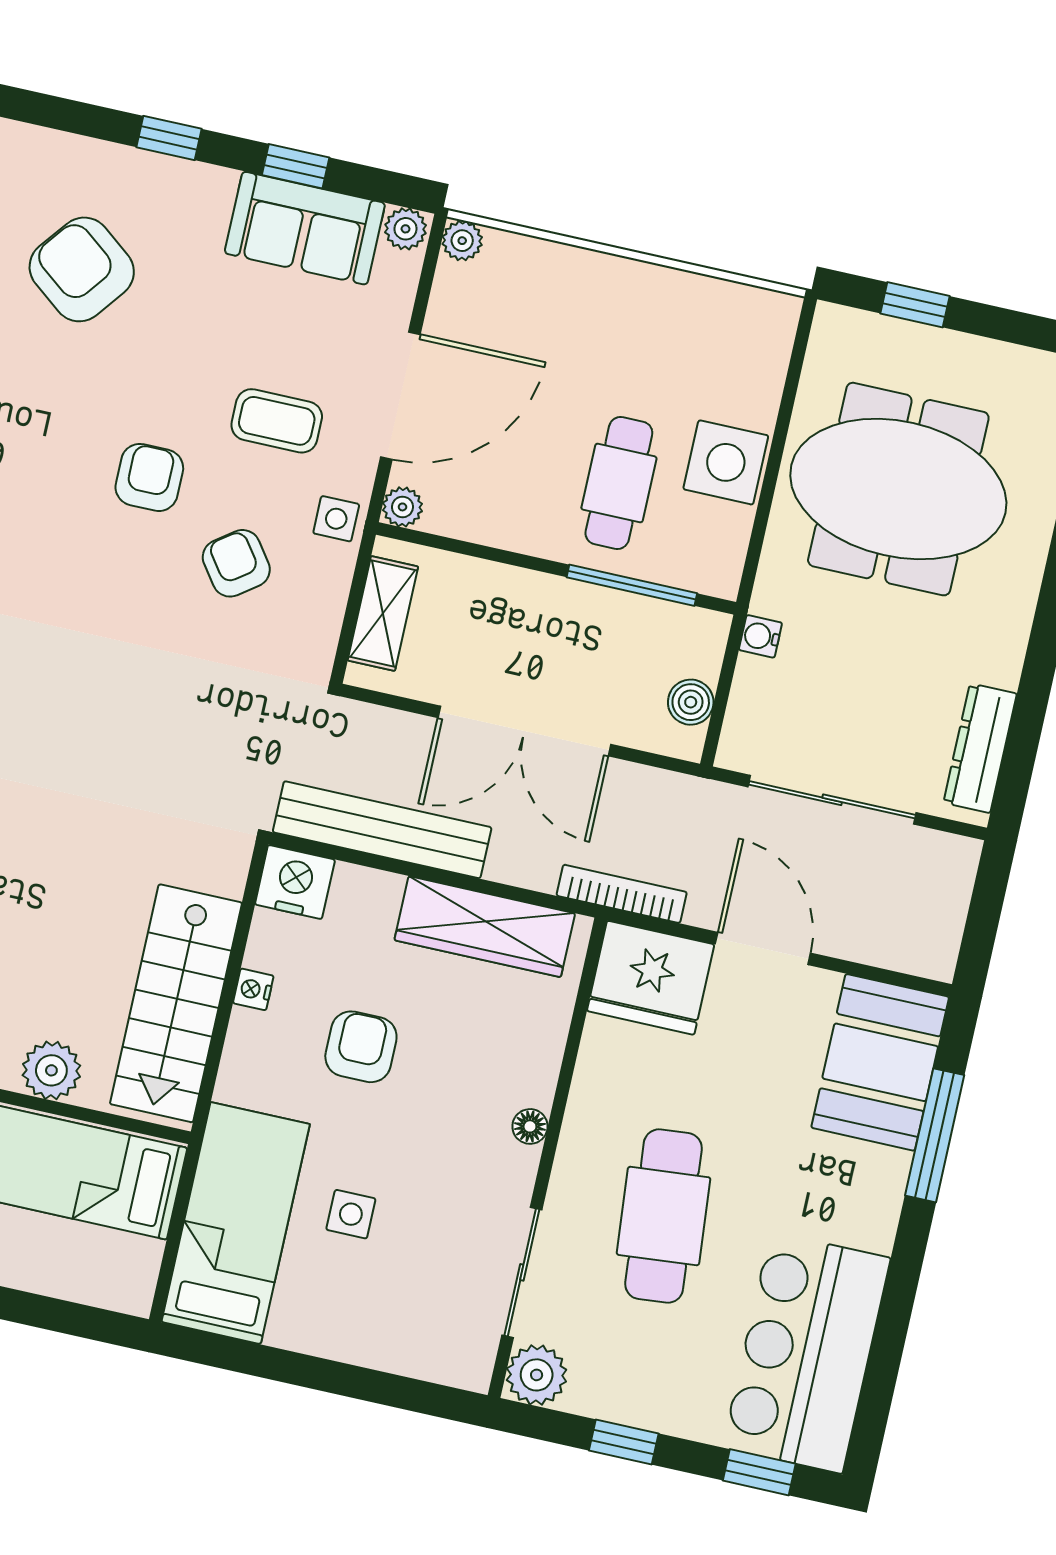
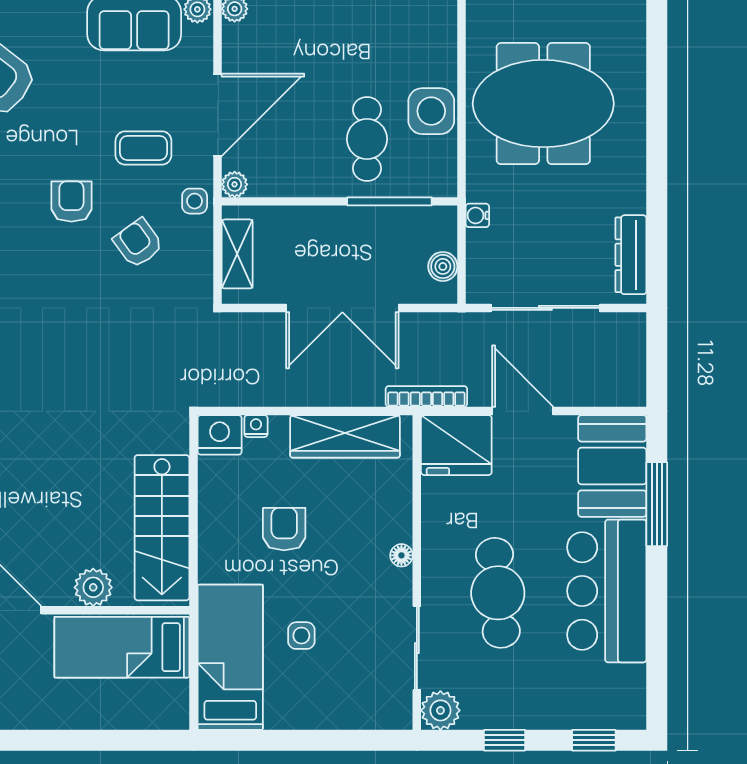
bench: (382, 830) -> (267, 390), removed
nightstand: (253, 989) -> (256, 426), moved, turned 90
bar counter: (806, 1353) -> (607, 591), moved

